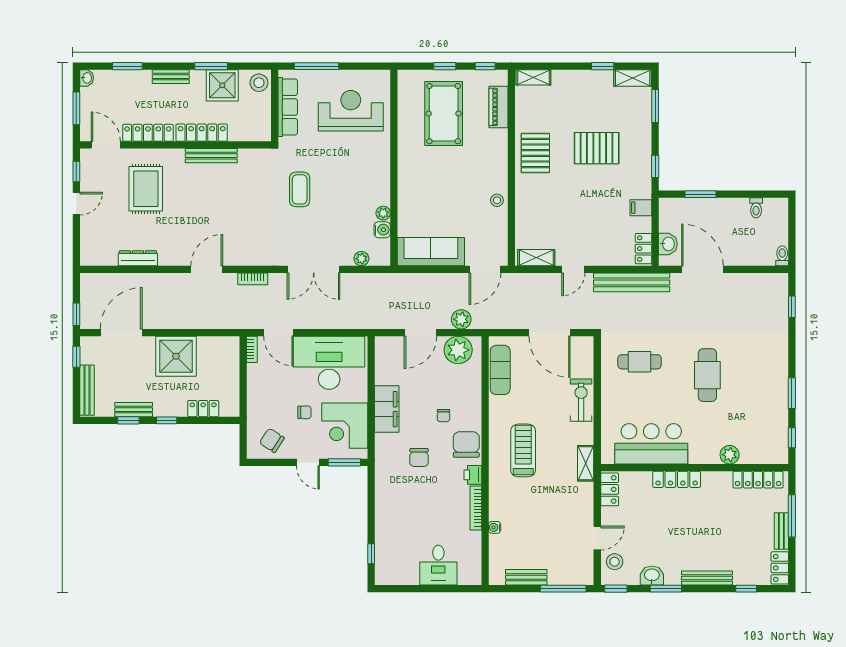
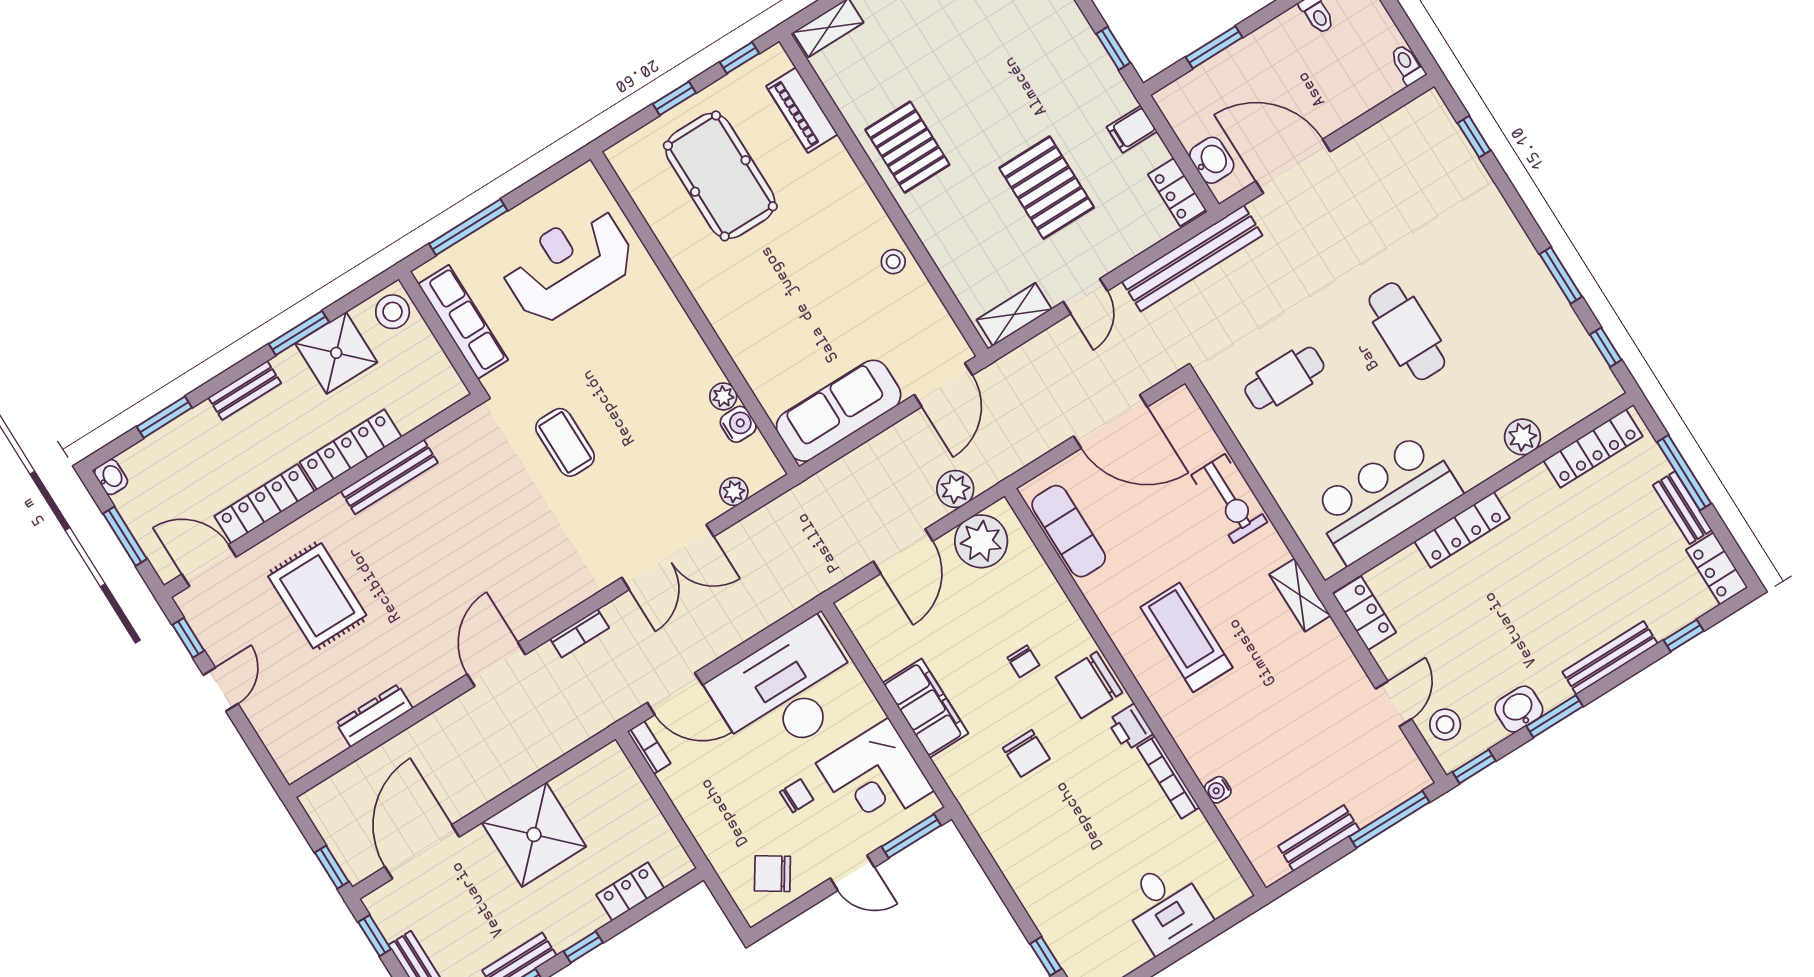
pallet: (597, 148) -> (1047, 188), moved, turned 90
exercise bike: (581, 400) -> (1229, 499), turned 180
chair: (466, 444) -> (1089, 685), turned -90

